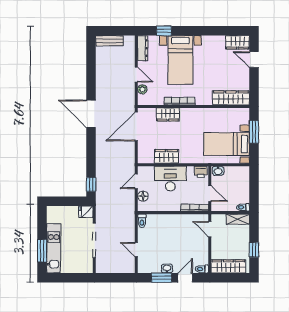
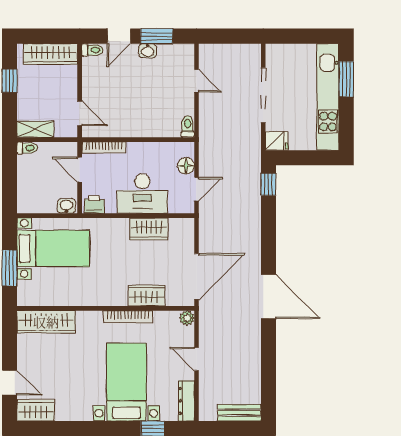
plant: (142, 89) -> (187, 318), moved
kitchen unit: (54, 248) -> (328, 97), width x1.36

